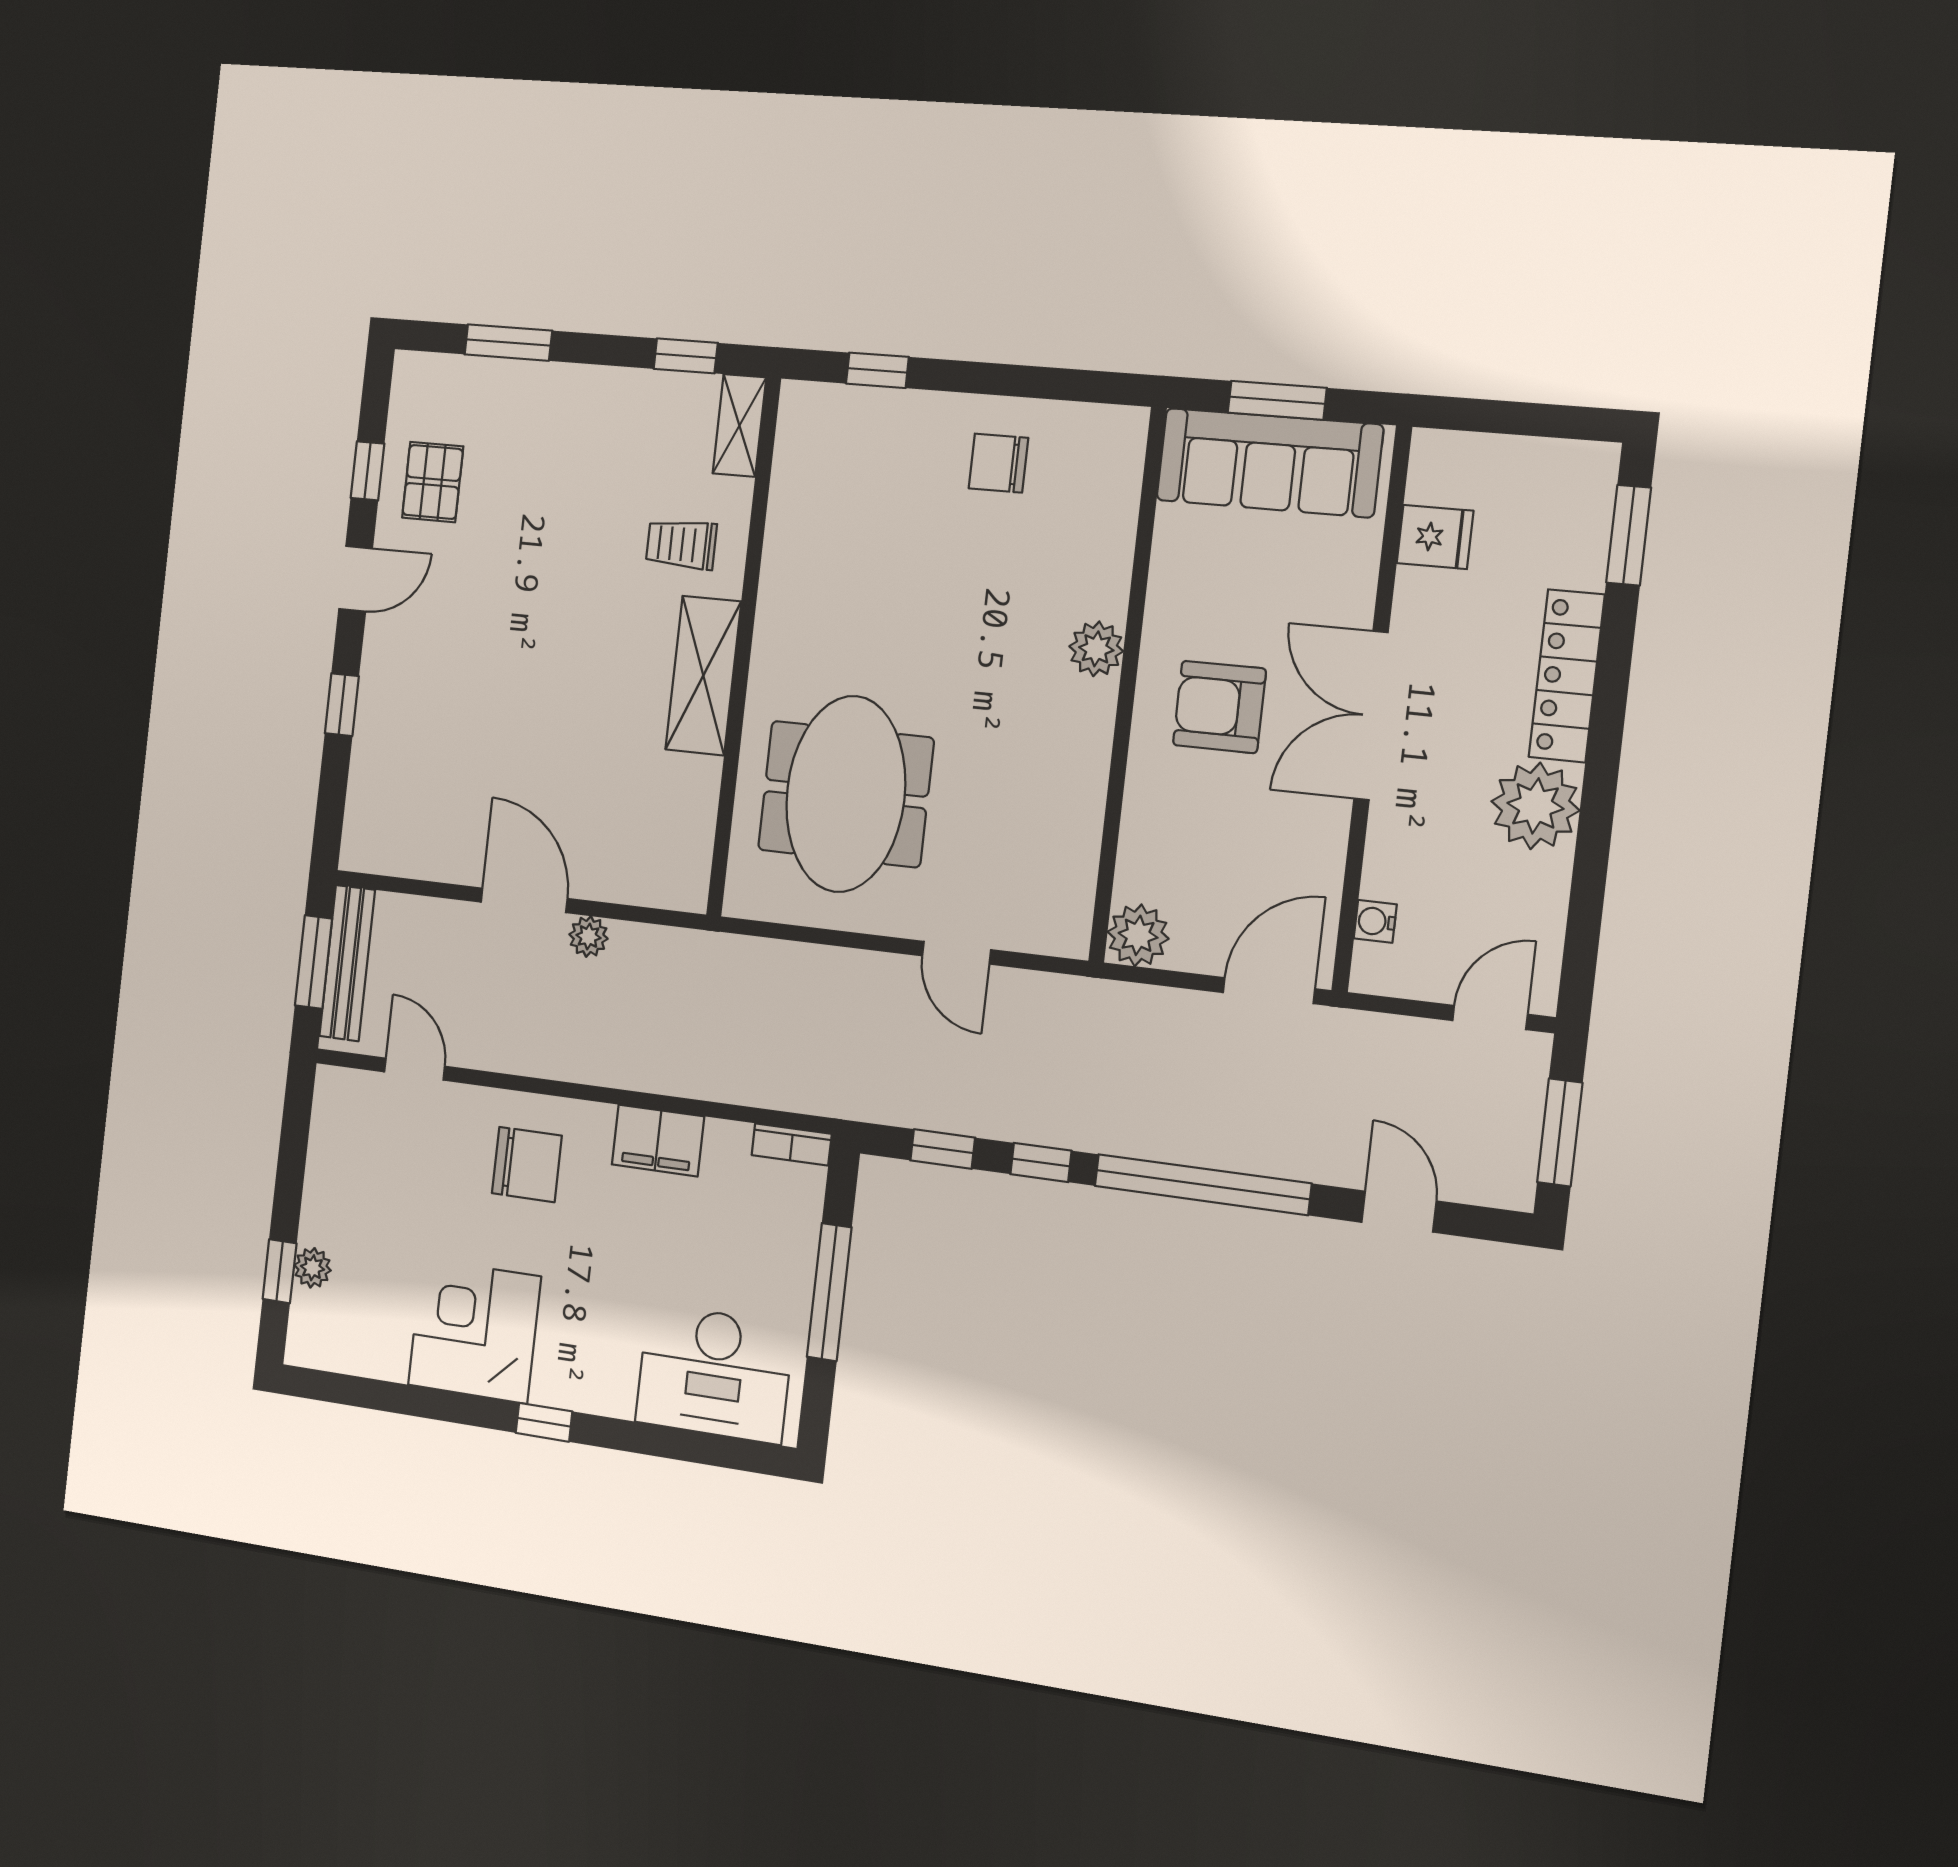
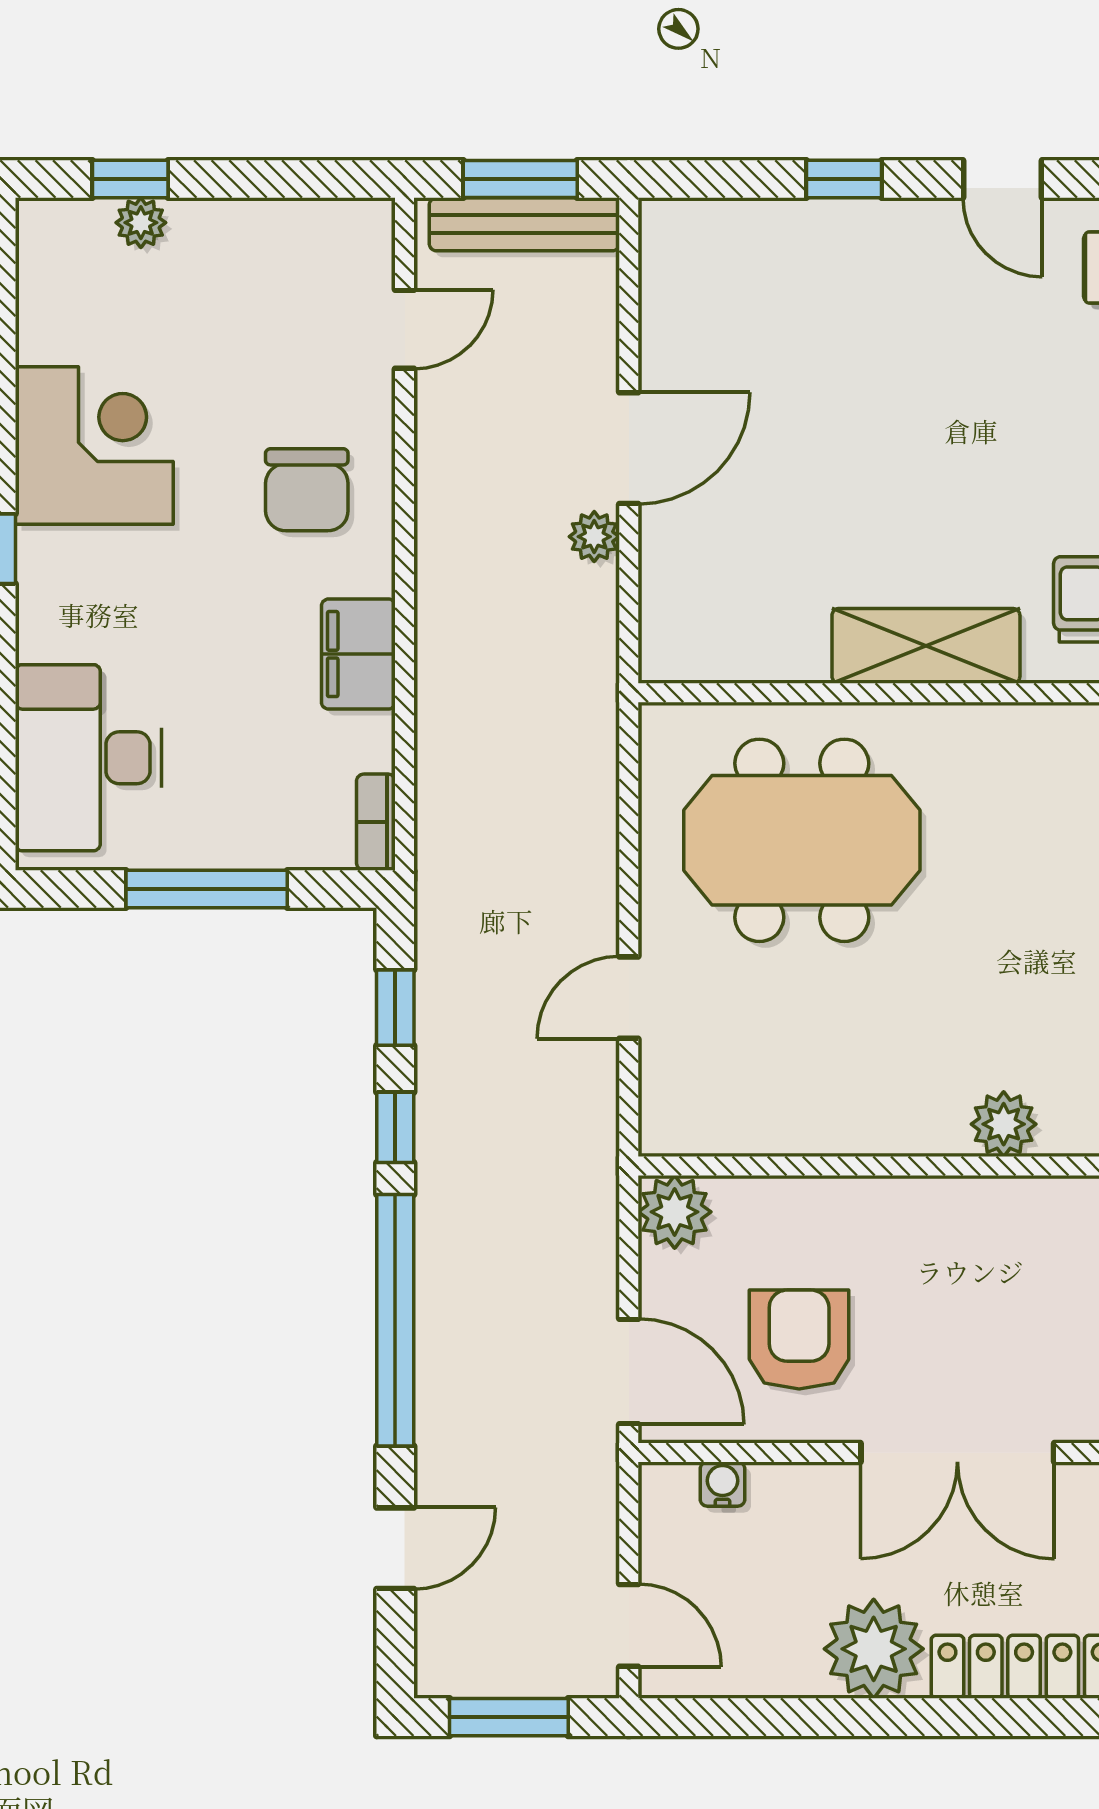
armchair: (1219, 707) -> (799, 1339), moved
double door: (1371, 716) -> (957, 1453), swing flipped

